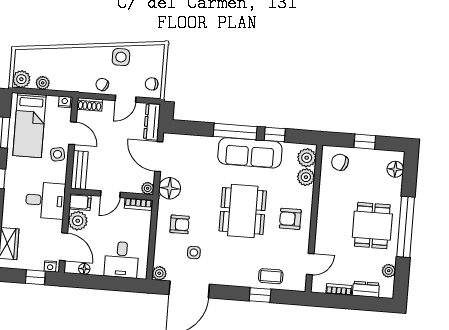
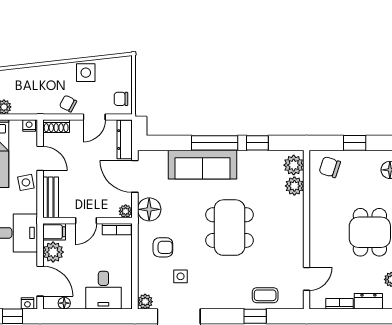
sofa: (250, 153) -> (203, 165), moved
armchair: (290, 219) -> (281, 232), removed

